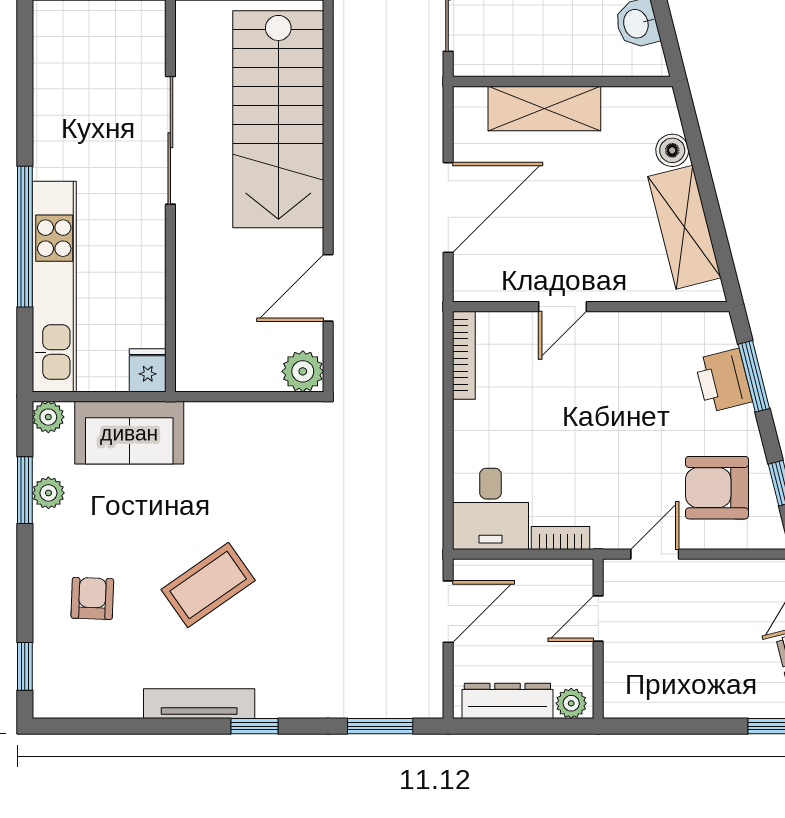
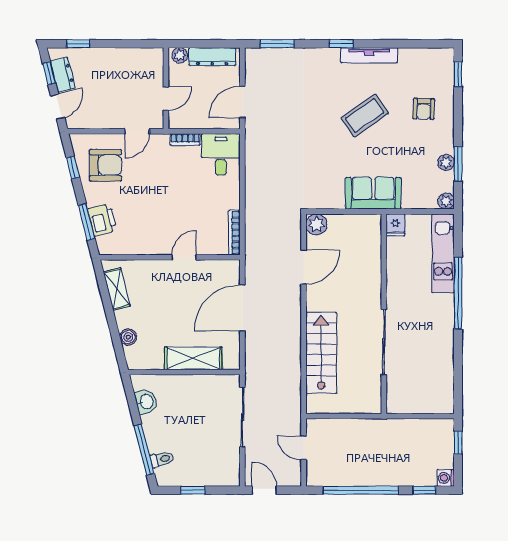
stairs: (278, 119) -> (321, 353), width x0.73, depth x0.66
shelving: (684, 227) -> (117, 289), width x0.67, depth x0.75
kitchen unit: (54, 287) -> (443, 253), width x0.73
sofa: (129, 433) -> (373, 193), moved

